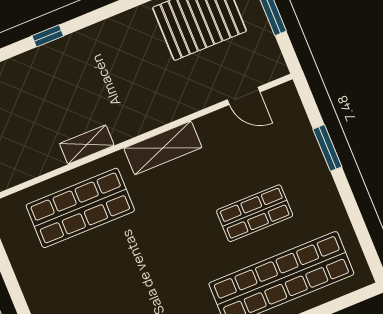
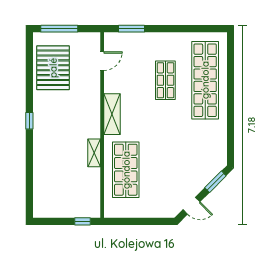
window: (48, 36) -> (29, 121), moved
window: (327, 148) -> (132, 29), moved

